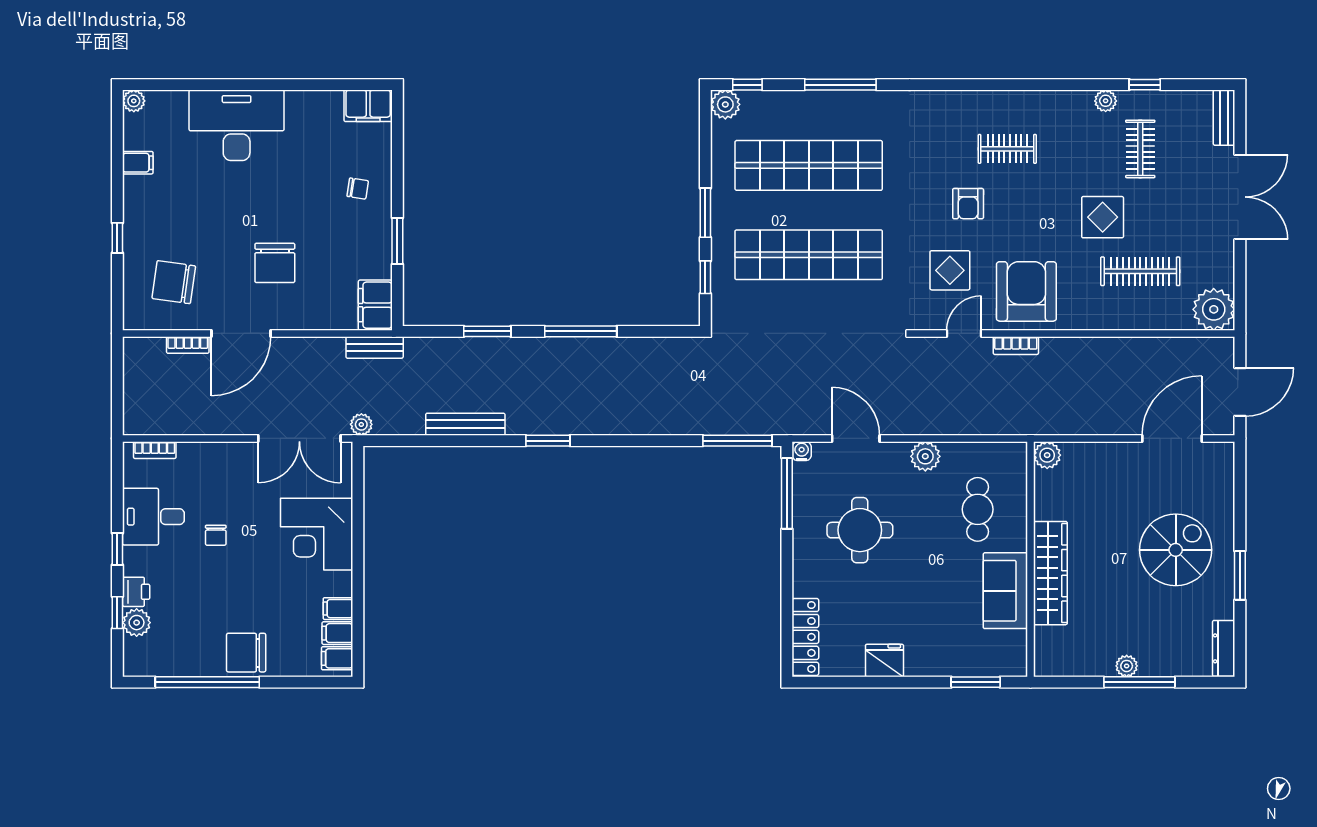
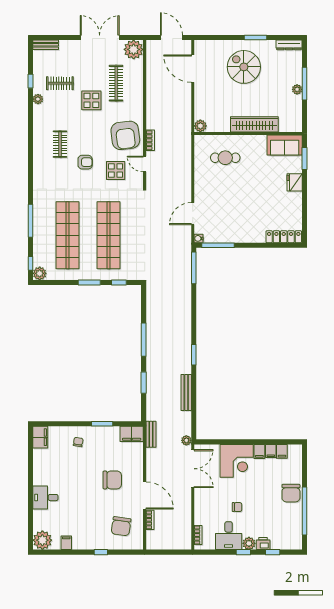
plant: (134, 101) -> (42, 540), width x1.87, depth x1.87
desk: (237, 125) -> (45, 498), width x0.53, depth x0.77
double door: (1240, 197) -> (100, 37), moved
armchair: (1026, 291) -> (125, 135), turned -97
plant: (925, 456) -> (201, 182), removed
round table: (860, 530) -> (235, 212), removed
sofa: (1005, 591) -> (285, 145), moved
plant: (137, 623) -> (249, 543), moved
filing cabinet: (337, 658) -> (259, 451), moved
fridge: (884, 661) -> (295, 182), moved

